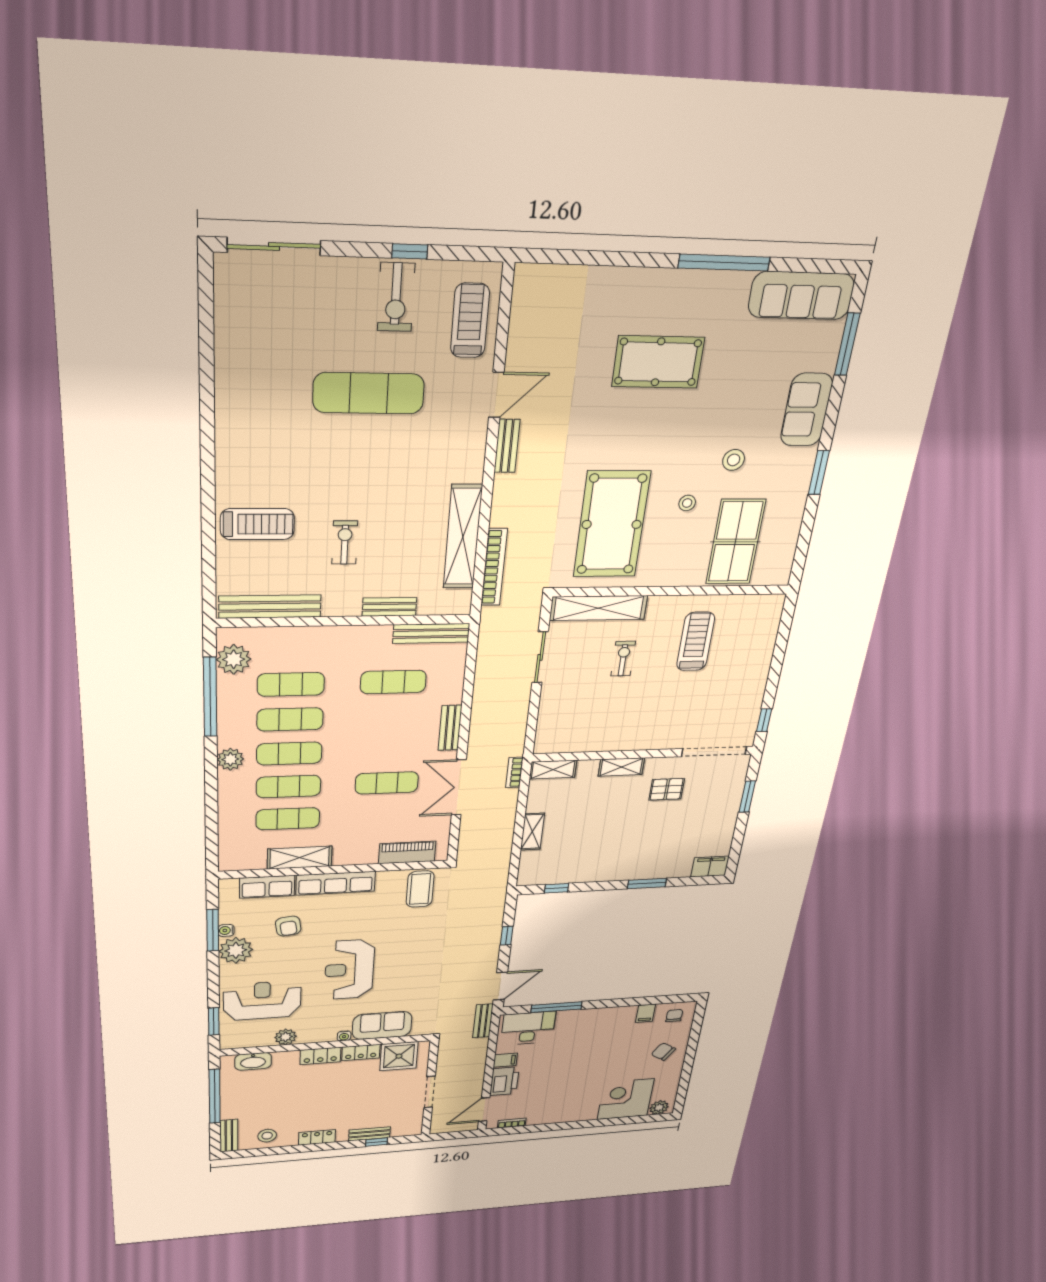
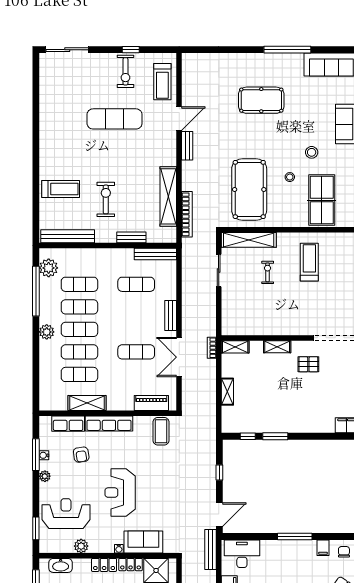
treadmill: (470, 321) -> (162, 82), turned 180
exercise bike: (345, 542) -> (106, 199), width x1.38, depth x1.39
window: (647, 883) -> (275, 436), moved
plant: (236, 950) -> (45, 476), width x0.53, depth x0.53
window: (556, 1007) -> (295, 537), moved
bench: (483, 1021) -> (210, 550), width x1.36

